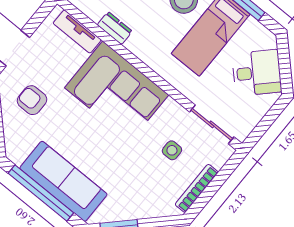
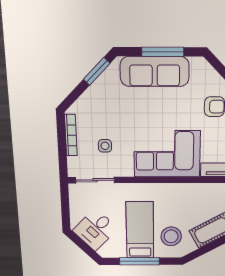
dresser: (115, 28) -> (198, 189), removed
window: (41, 193) -> (163, 52), width x0.68

